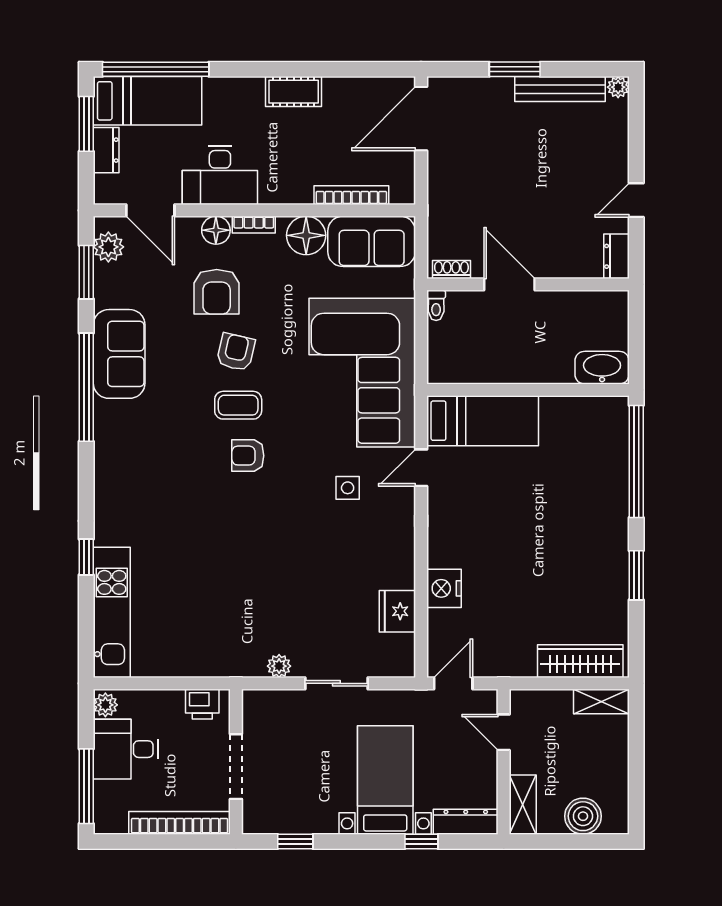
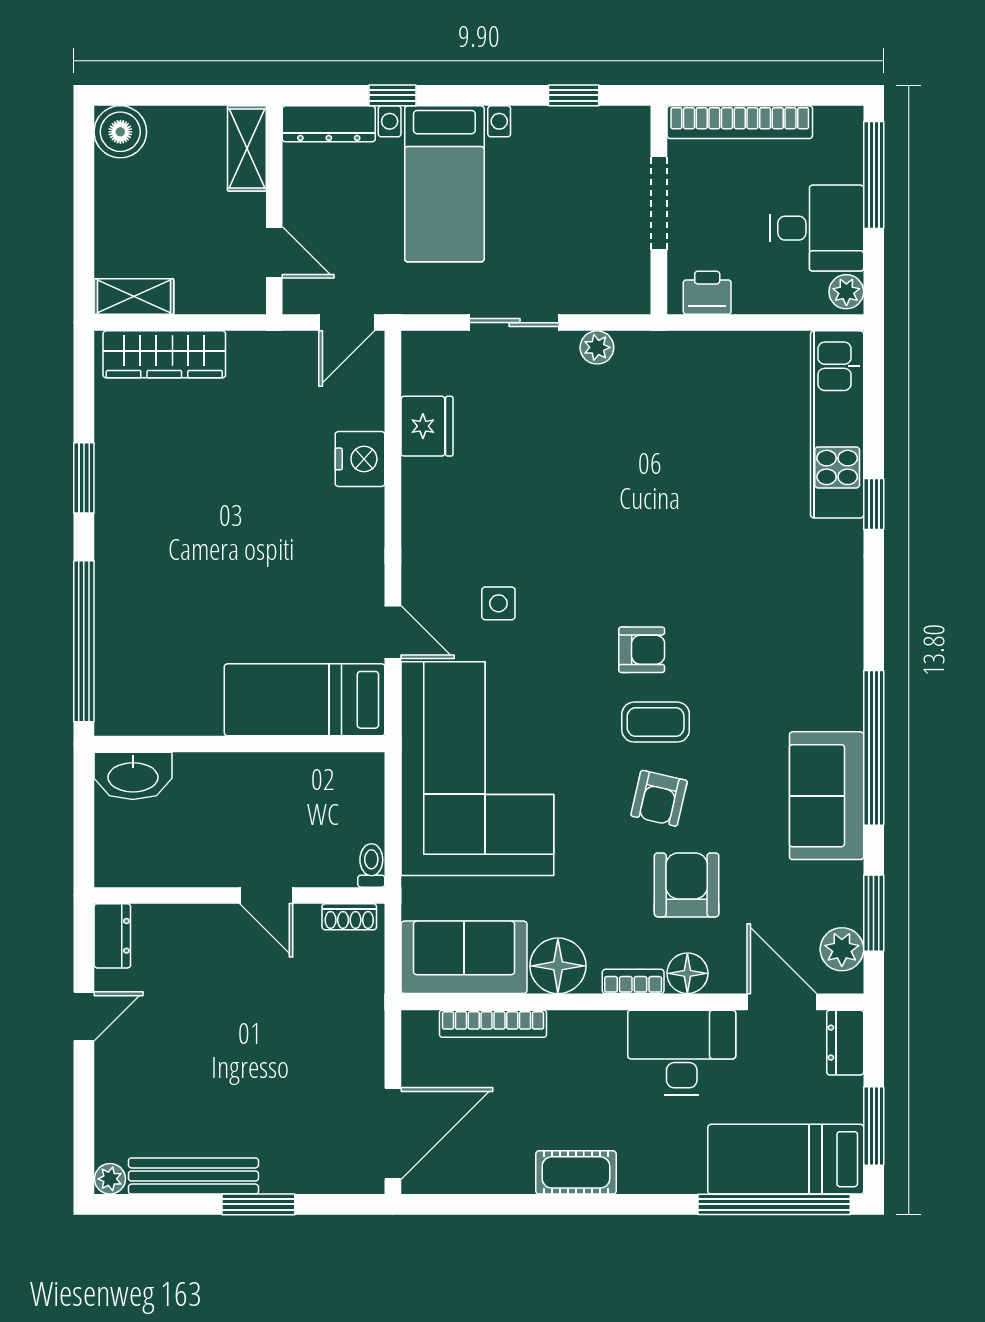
dresser: (106, 150) -> (845, 1043), moved
door: (509, 284) -> (266, 895), width x0.73
door: (421, 468) -> (393, 632), hinge flipped
boiler: (583, 816) -> (120, 132), moved

